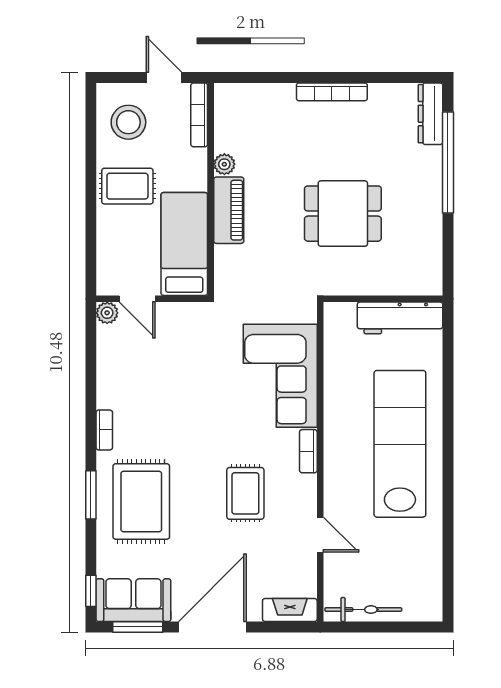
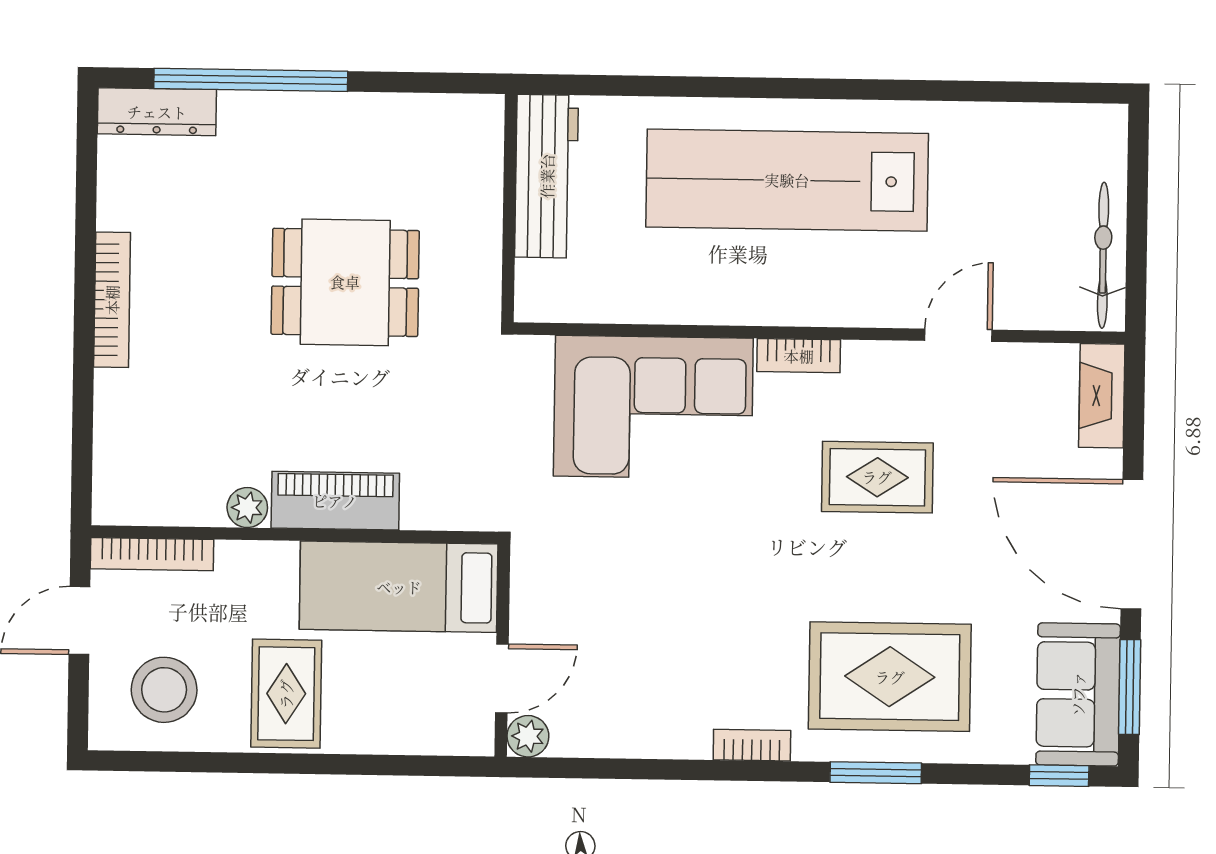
dining table: (343, 214) -> (345, 282), turned 90

